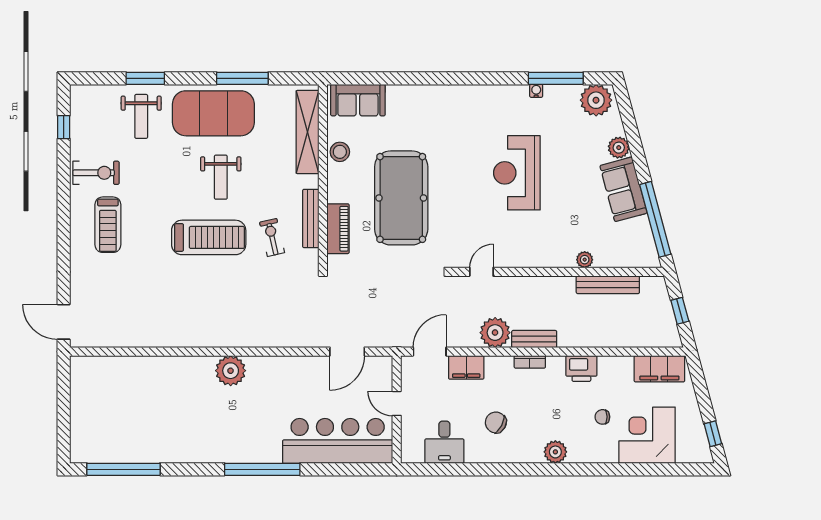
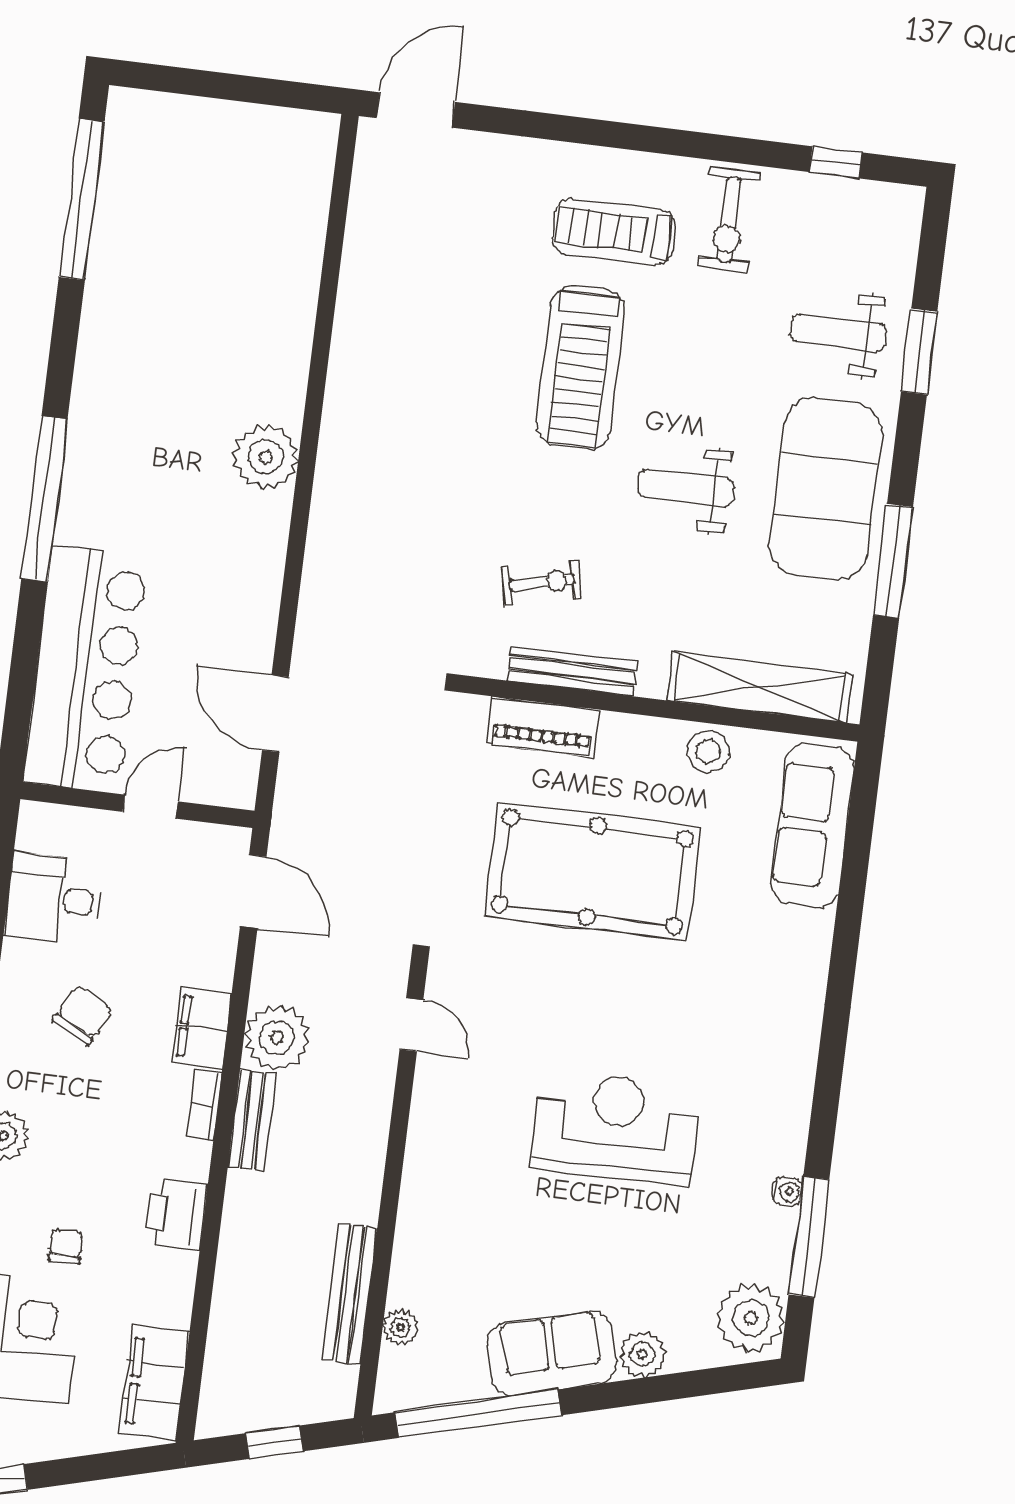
sofa: (358, 100) -> (812, 826), width x1.36
treadmill: (209, 237) -> (581, 368), moved
plant: (585, 260) -> (401, 1327), moved
filing cabinet: (466, 367) -> (202, 1028), moved

